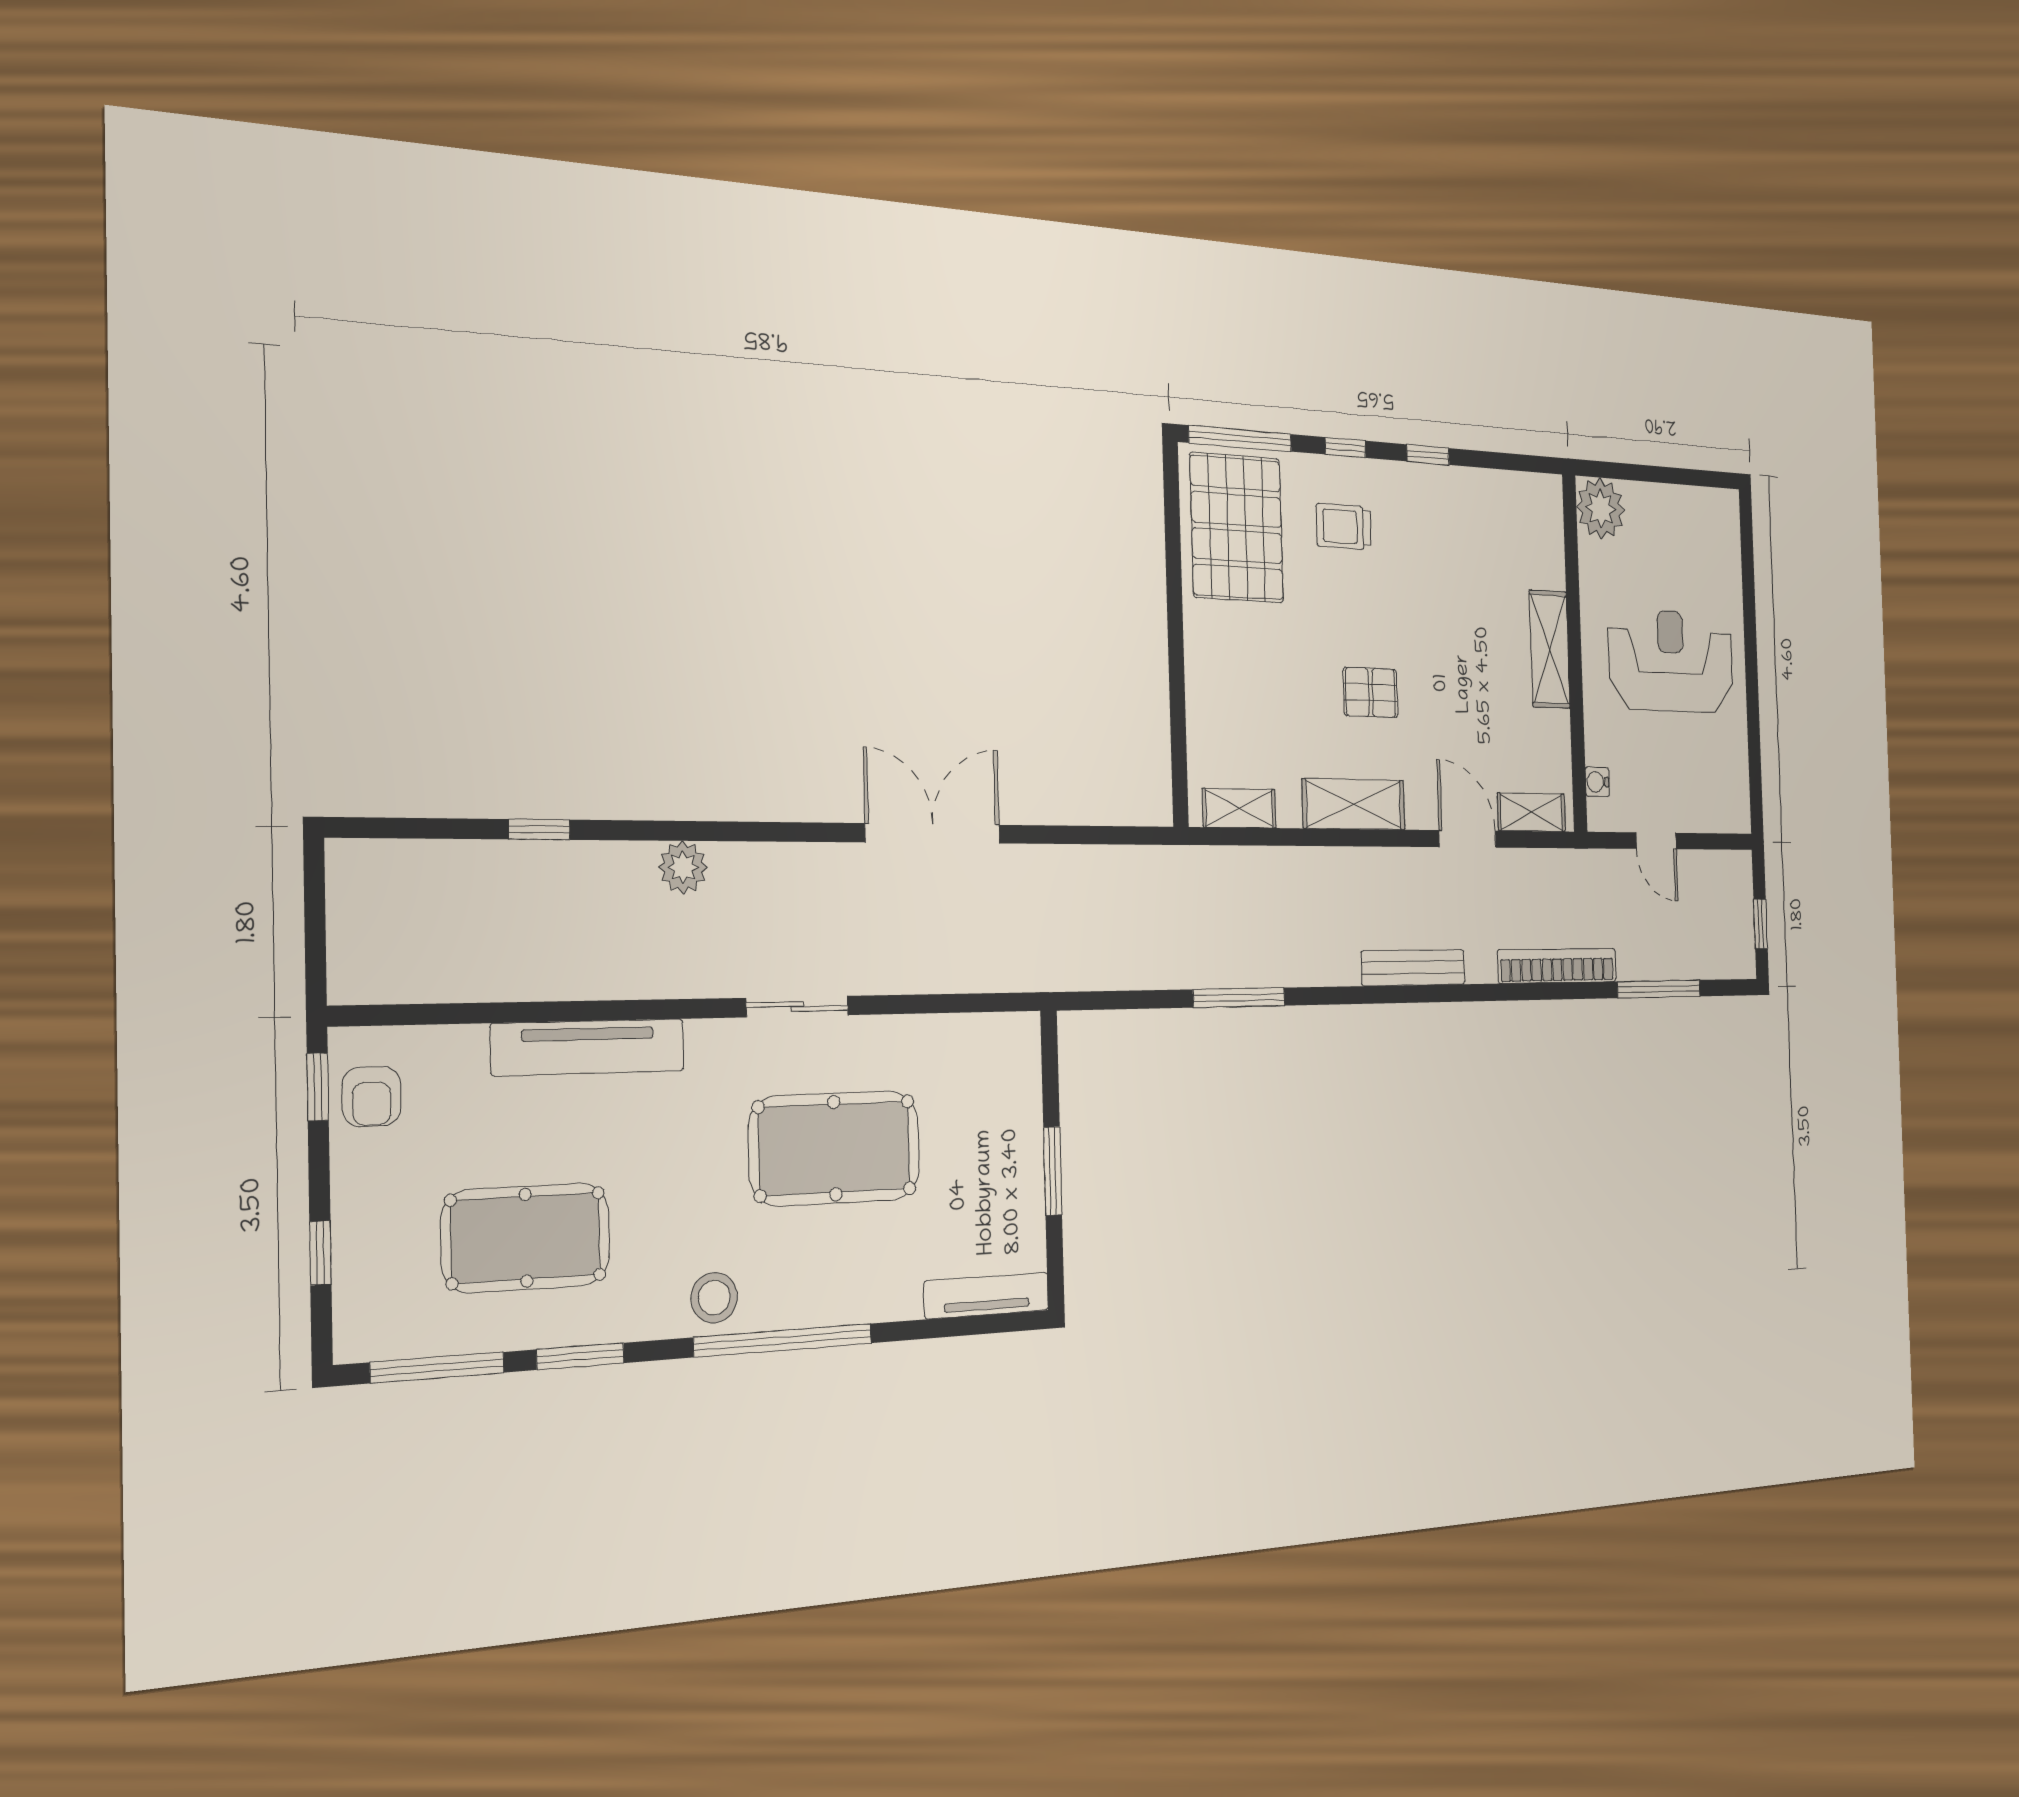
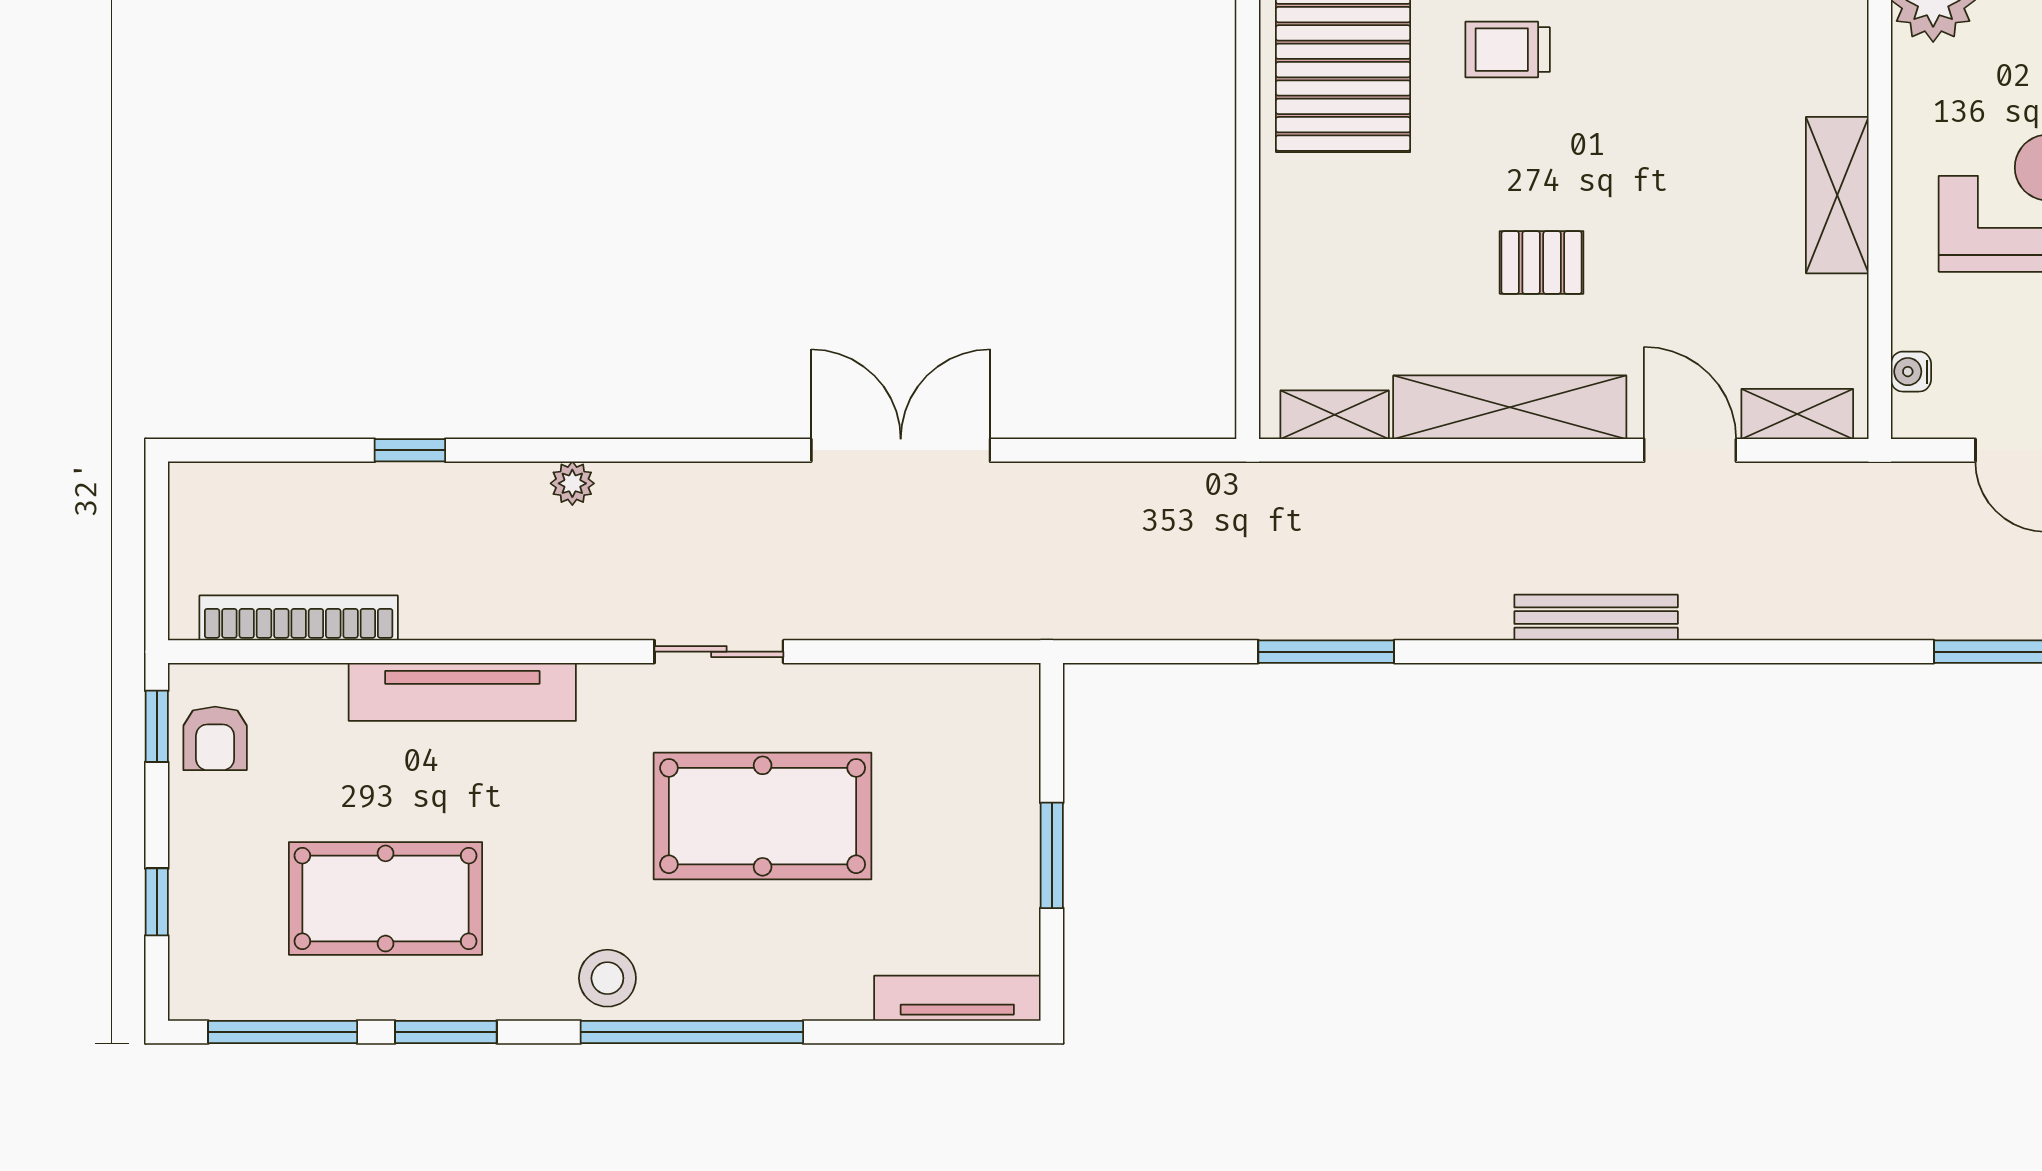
shelving: (1354, 804) -> (1510, 407), width x1.47
plant: (683, 867) -> (572, 483), width x0.73, depth x0.73
bookcase: (1557, 966) -> (299, 618), moved

